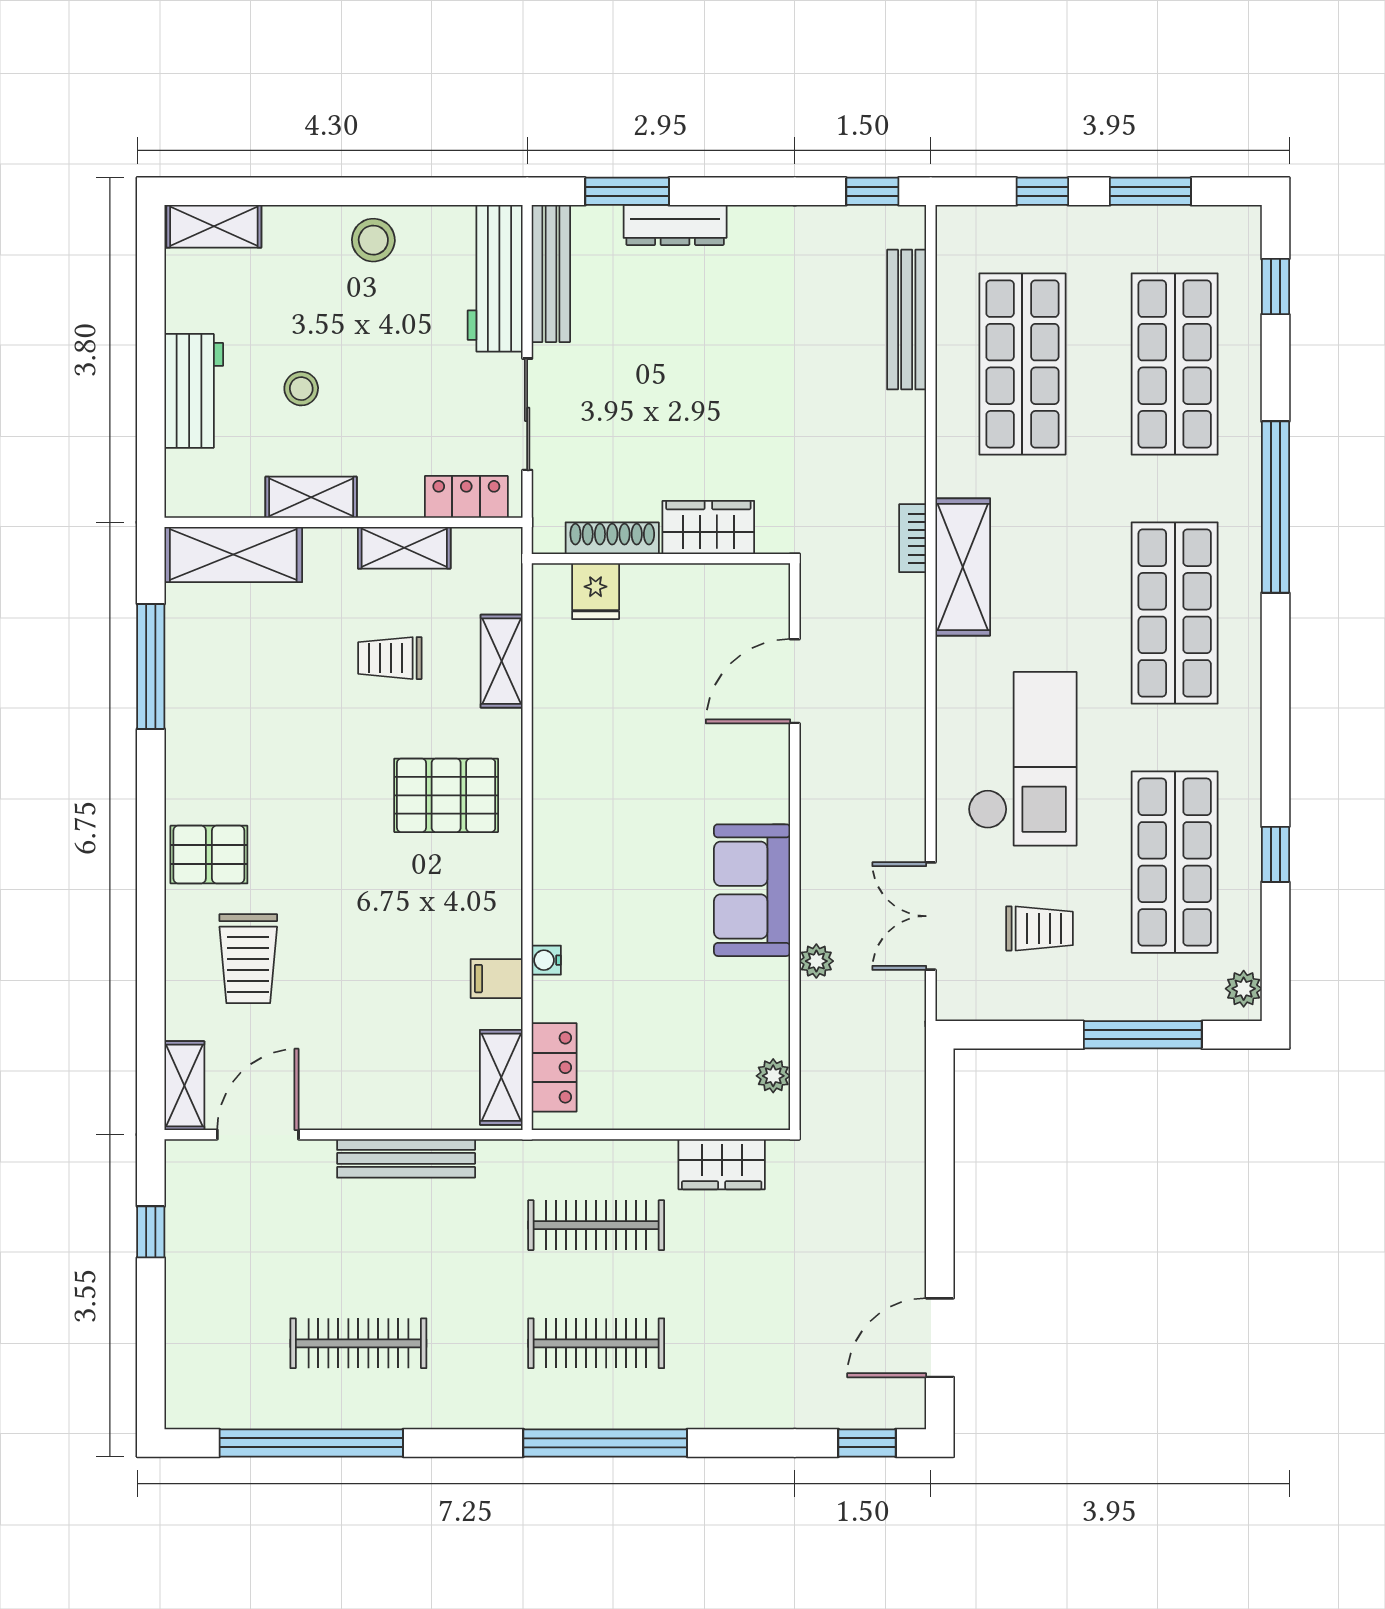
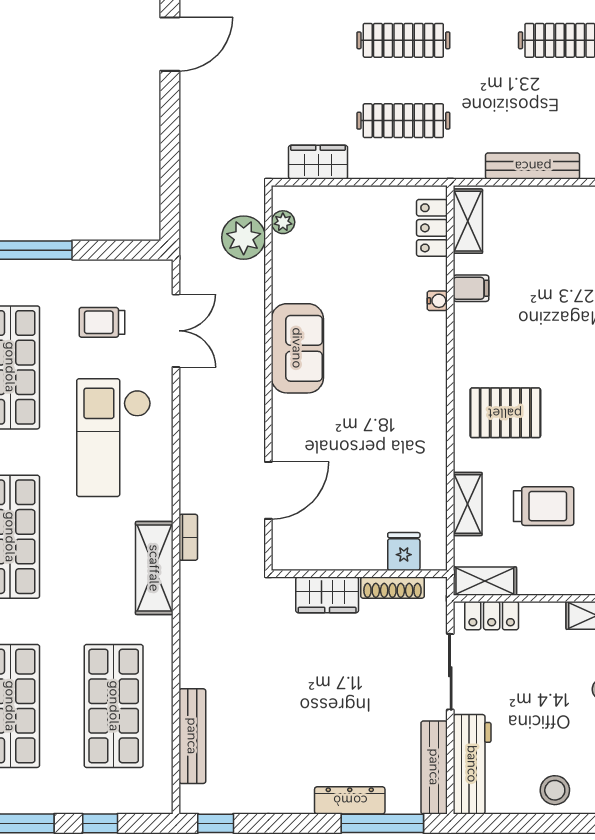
window: (627, 191) -> (382, 823), width x1.44
bookcase: (913, 538) -> (188, 537), moved
shelving: (404, 548) -> (485, 581), moved
trolley: (390, 658) -> (544, 506), width x1.36, depth x1.39
plant: (816, 961) -> (244, 238), moved, width x1.88, depth x1.88

